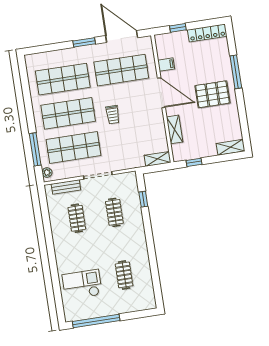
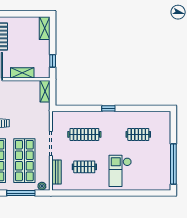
window: (143, 199) -> (108, 108), moved
clothes rail: (114, 212) -> (84, 134), width x1.36
checkout: (82, 285) -> (120, 171), moved

